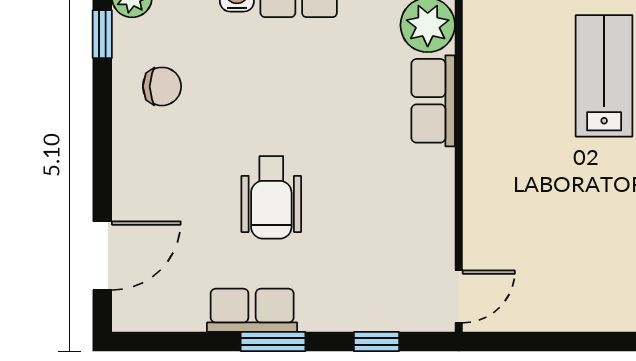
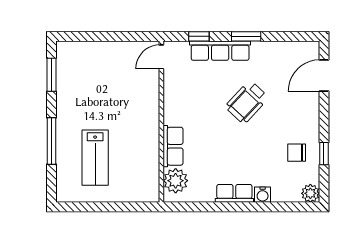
window: (102, 34) -> (324, 154), moved
wheelchair: (271, 197) -> (247, 102), turned -137
row of seats: (252, 310) -> (220, 51), moved, width x1.48

